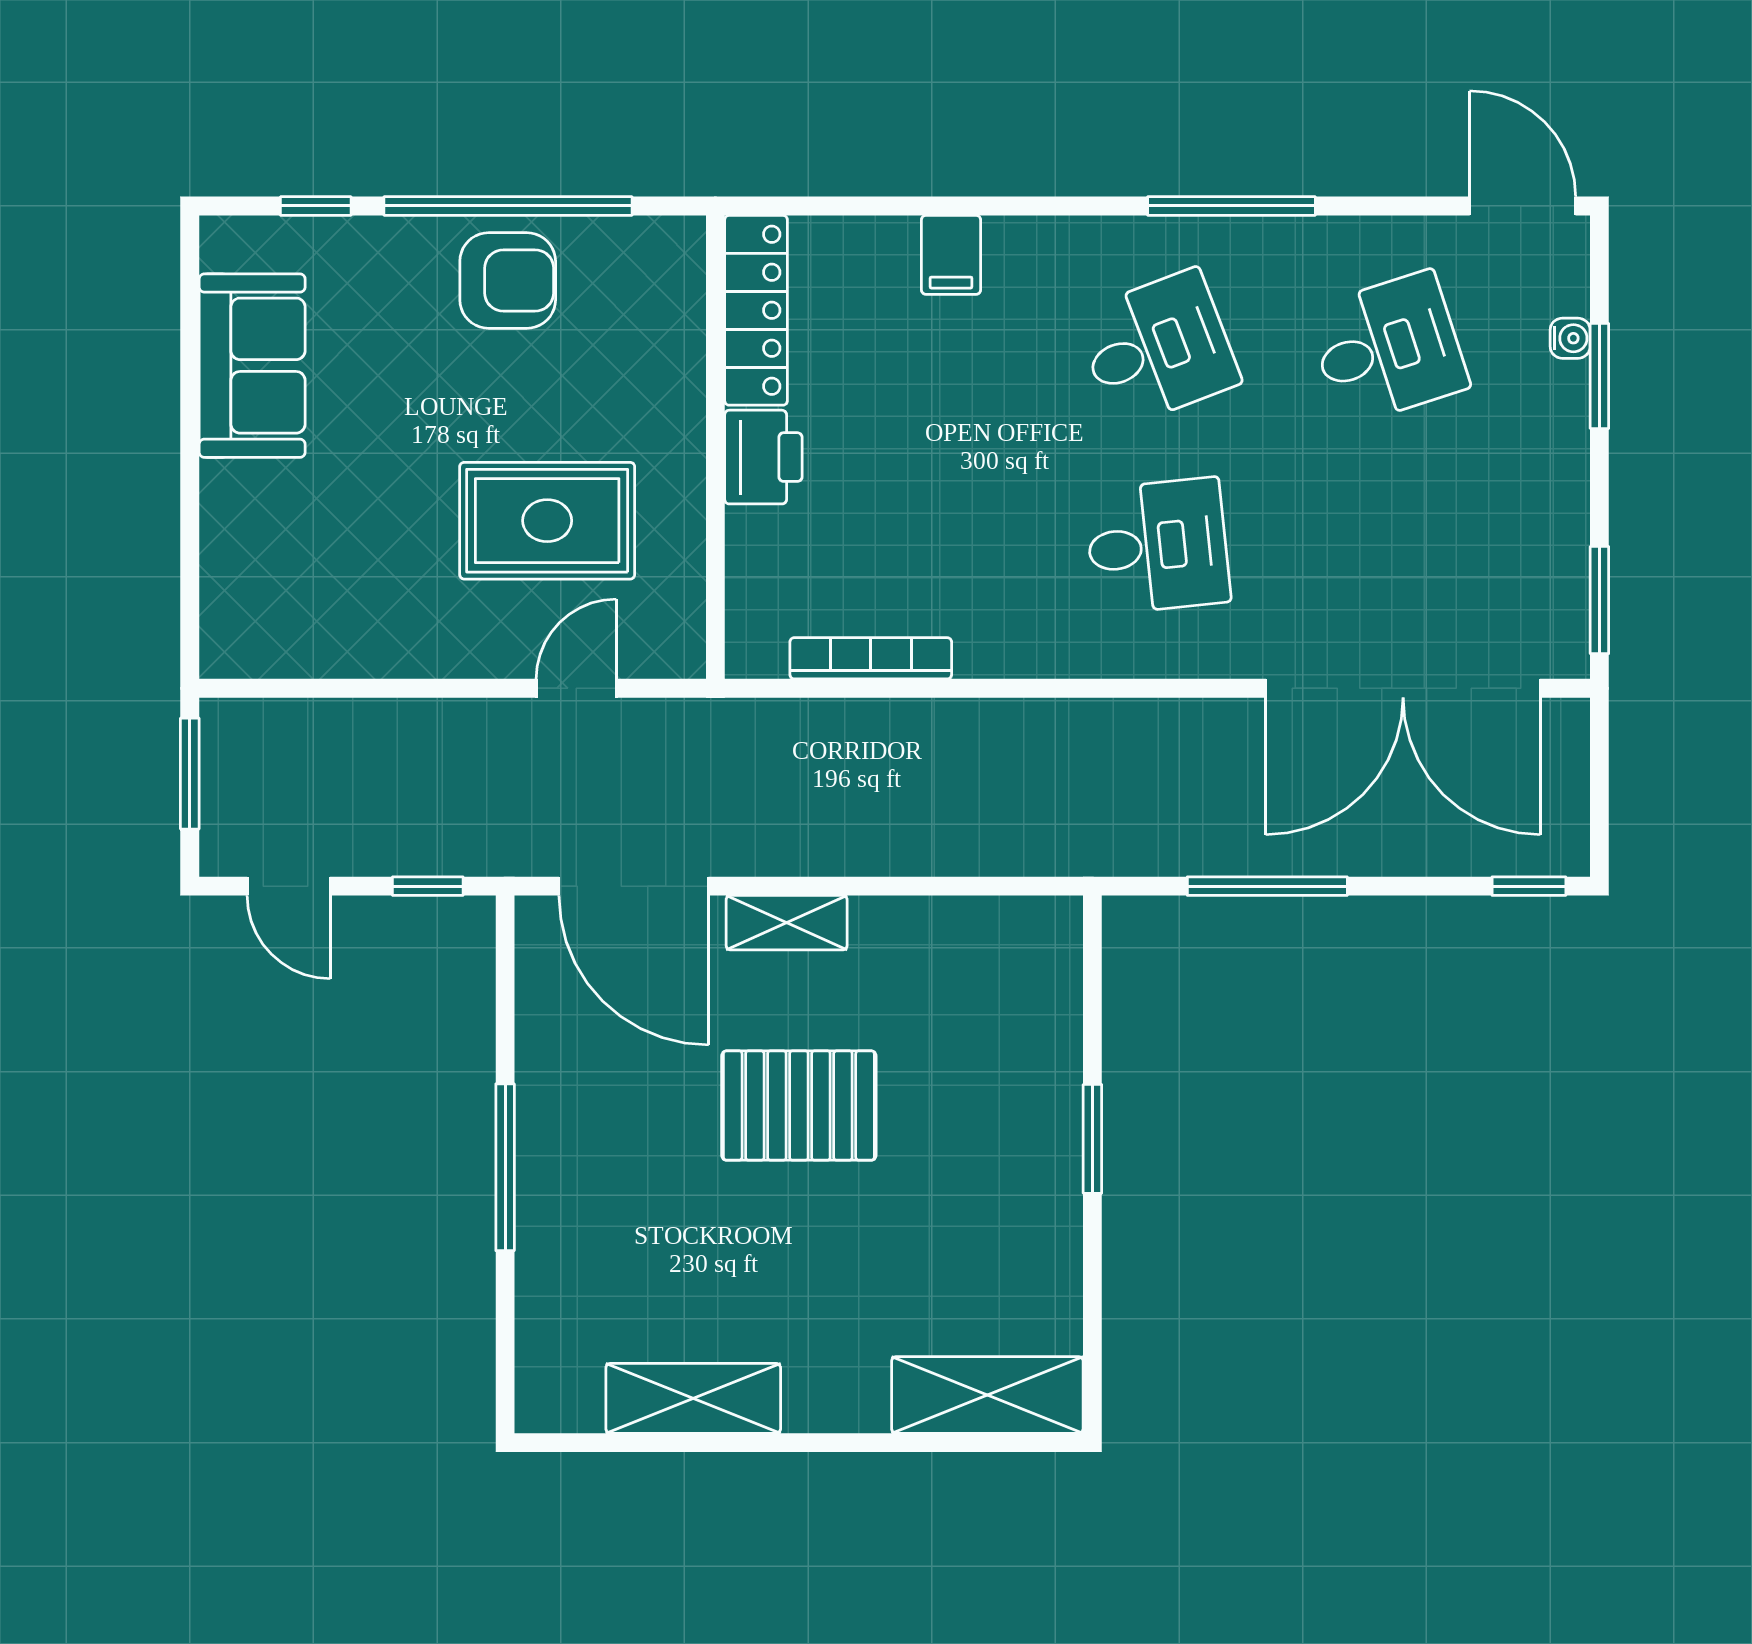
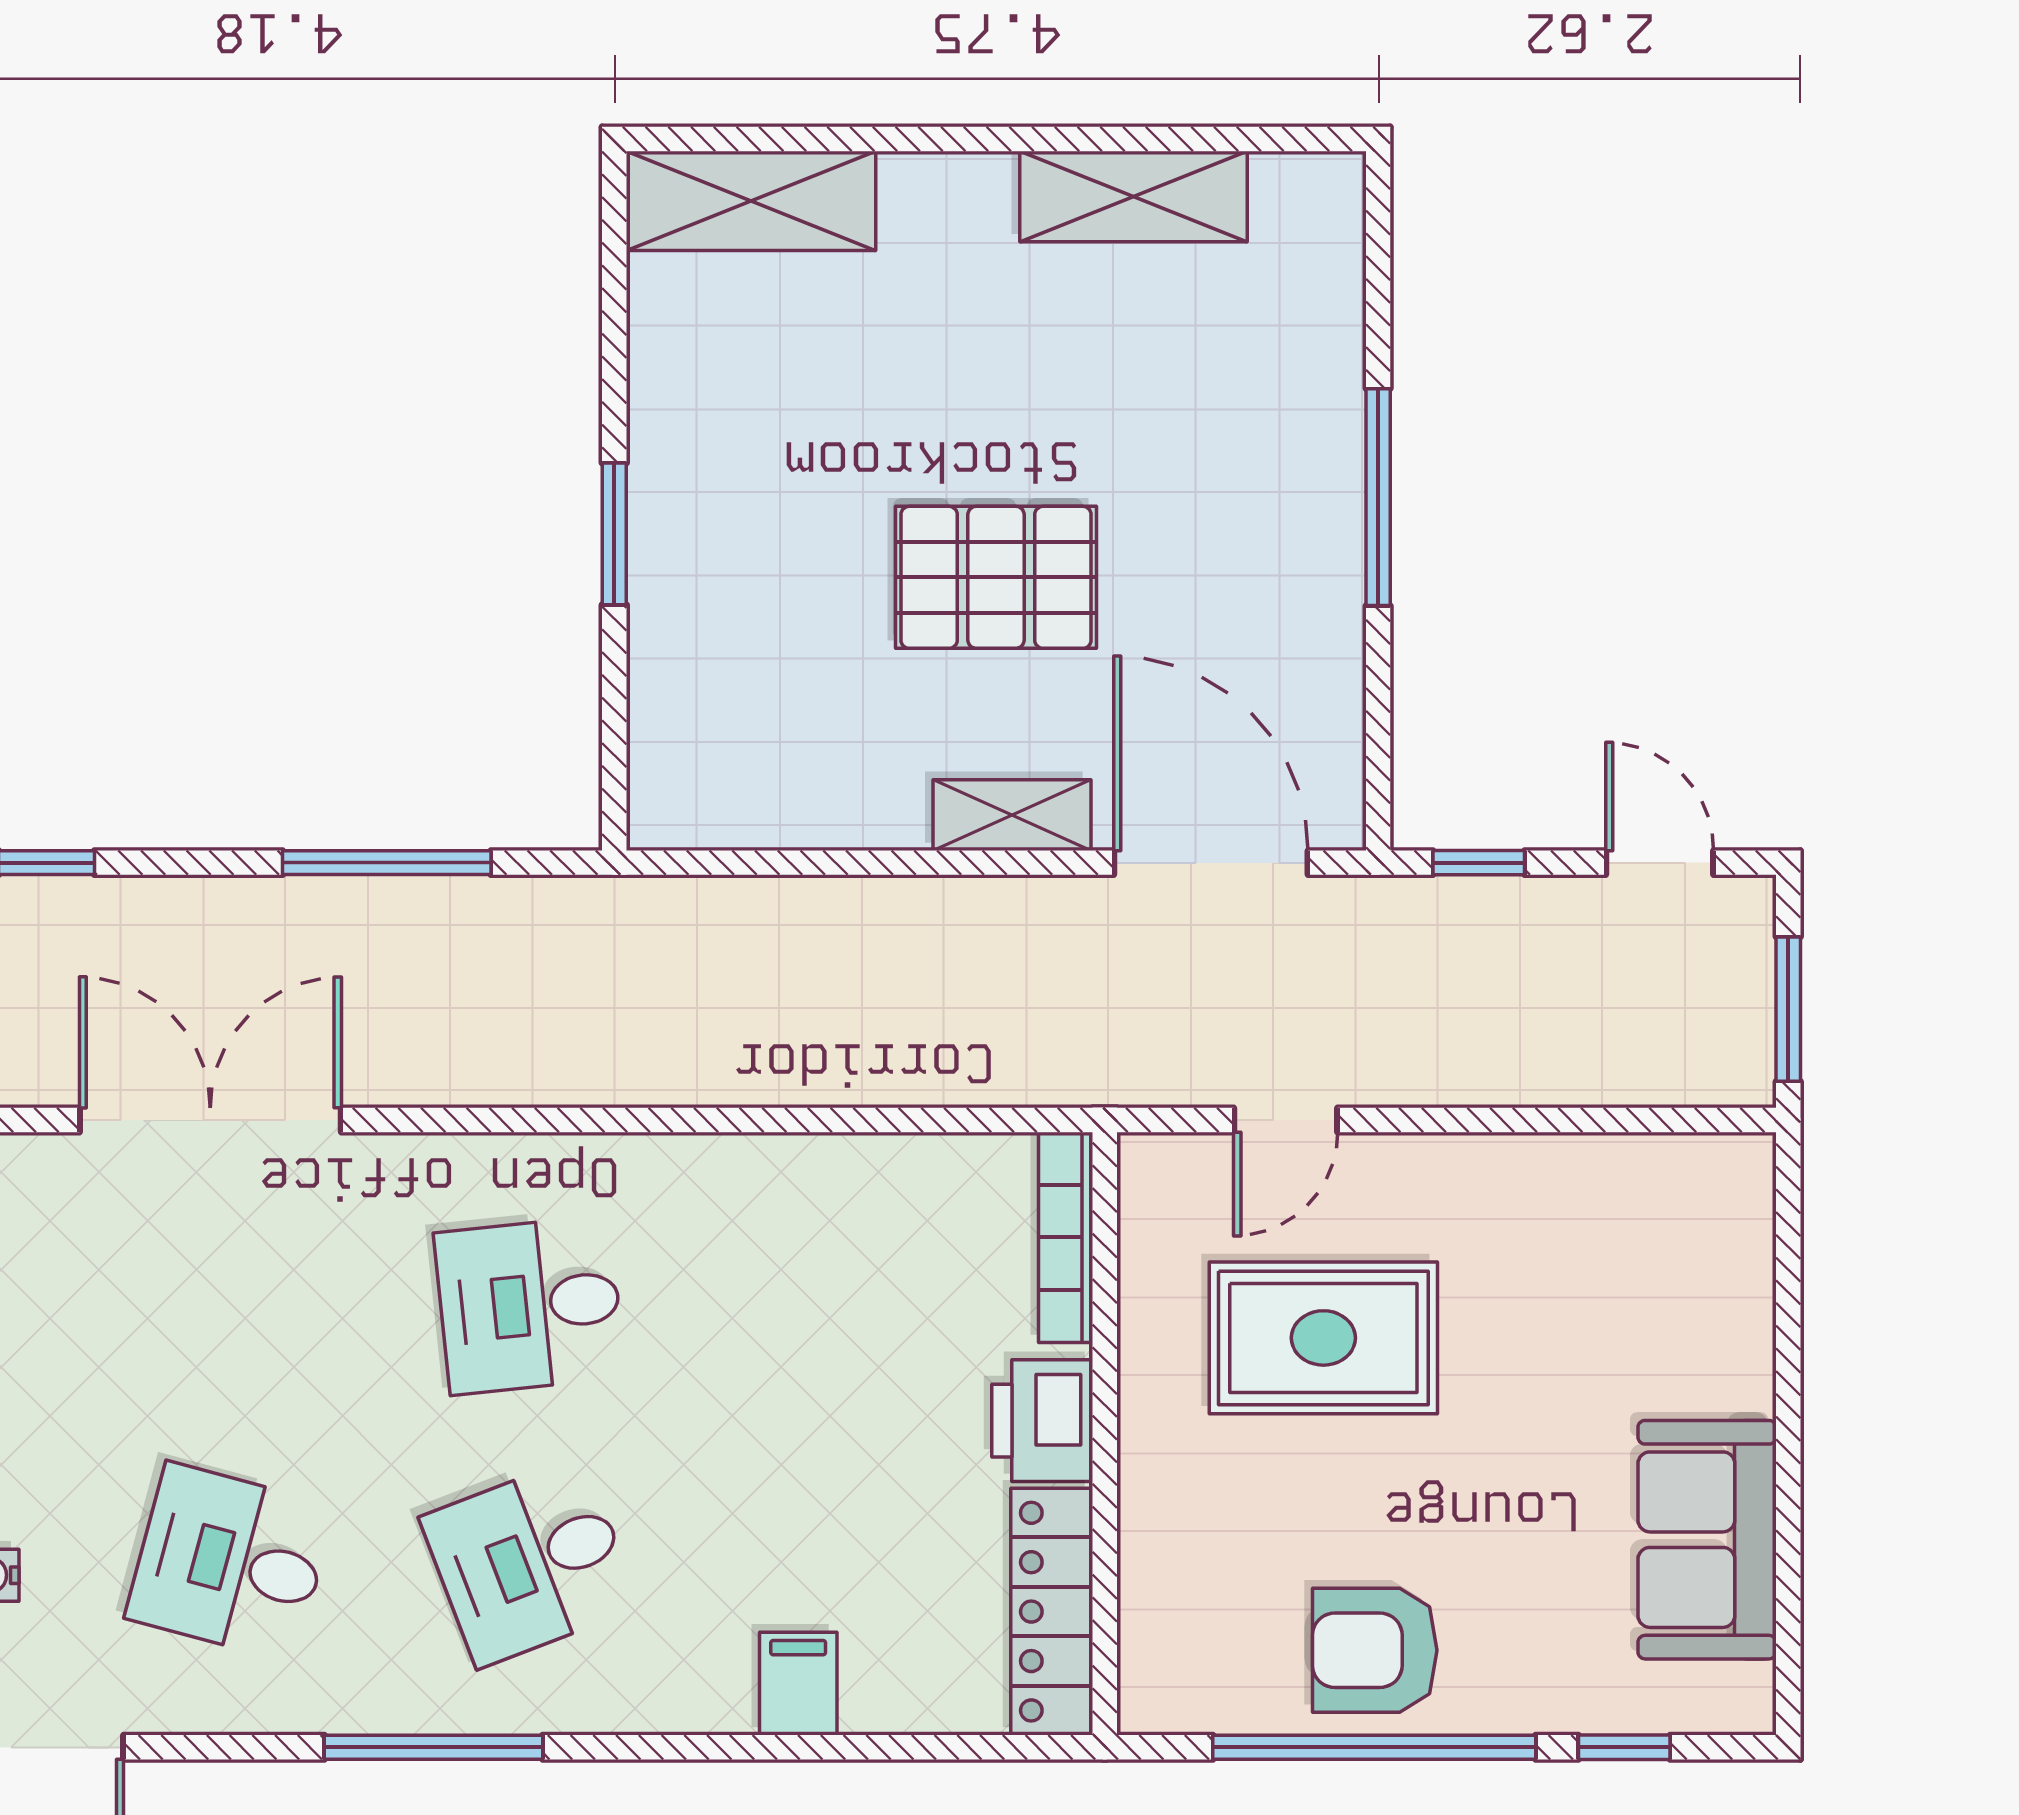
desk: (1388, 348) -> (230, 1562), turned 33
bookcase: (871, 658) -> (1066, 1237), moved, turned 90
double door: (1403, 688) -> (210, 1120), width x0.73

